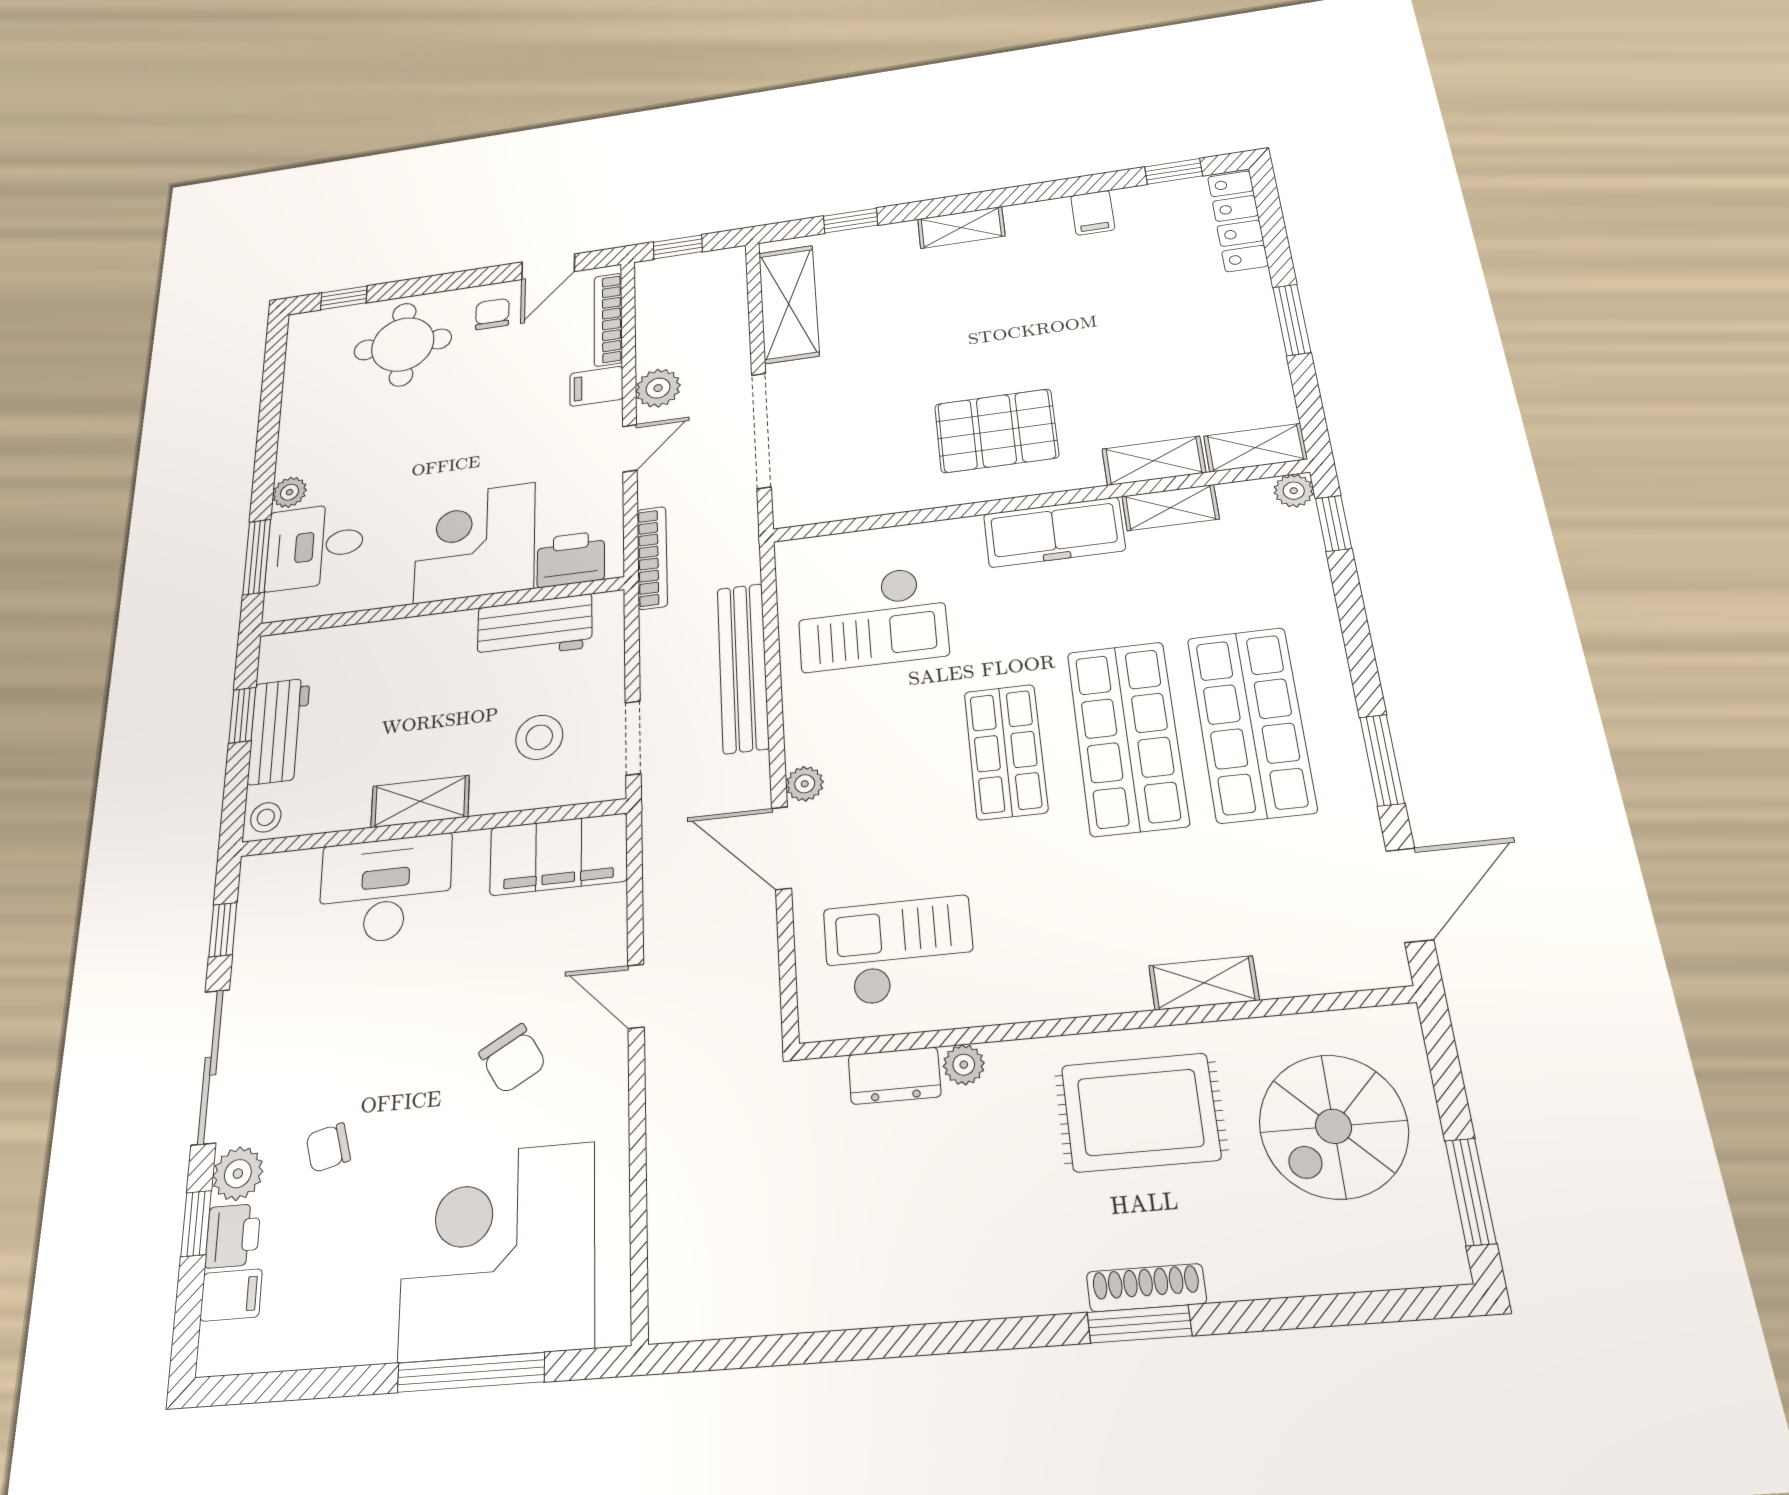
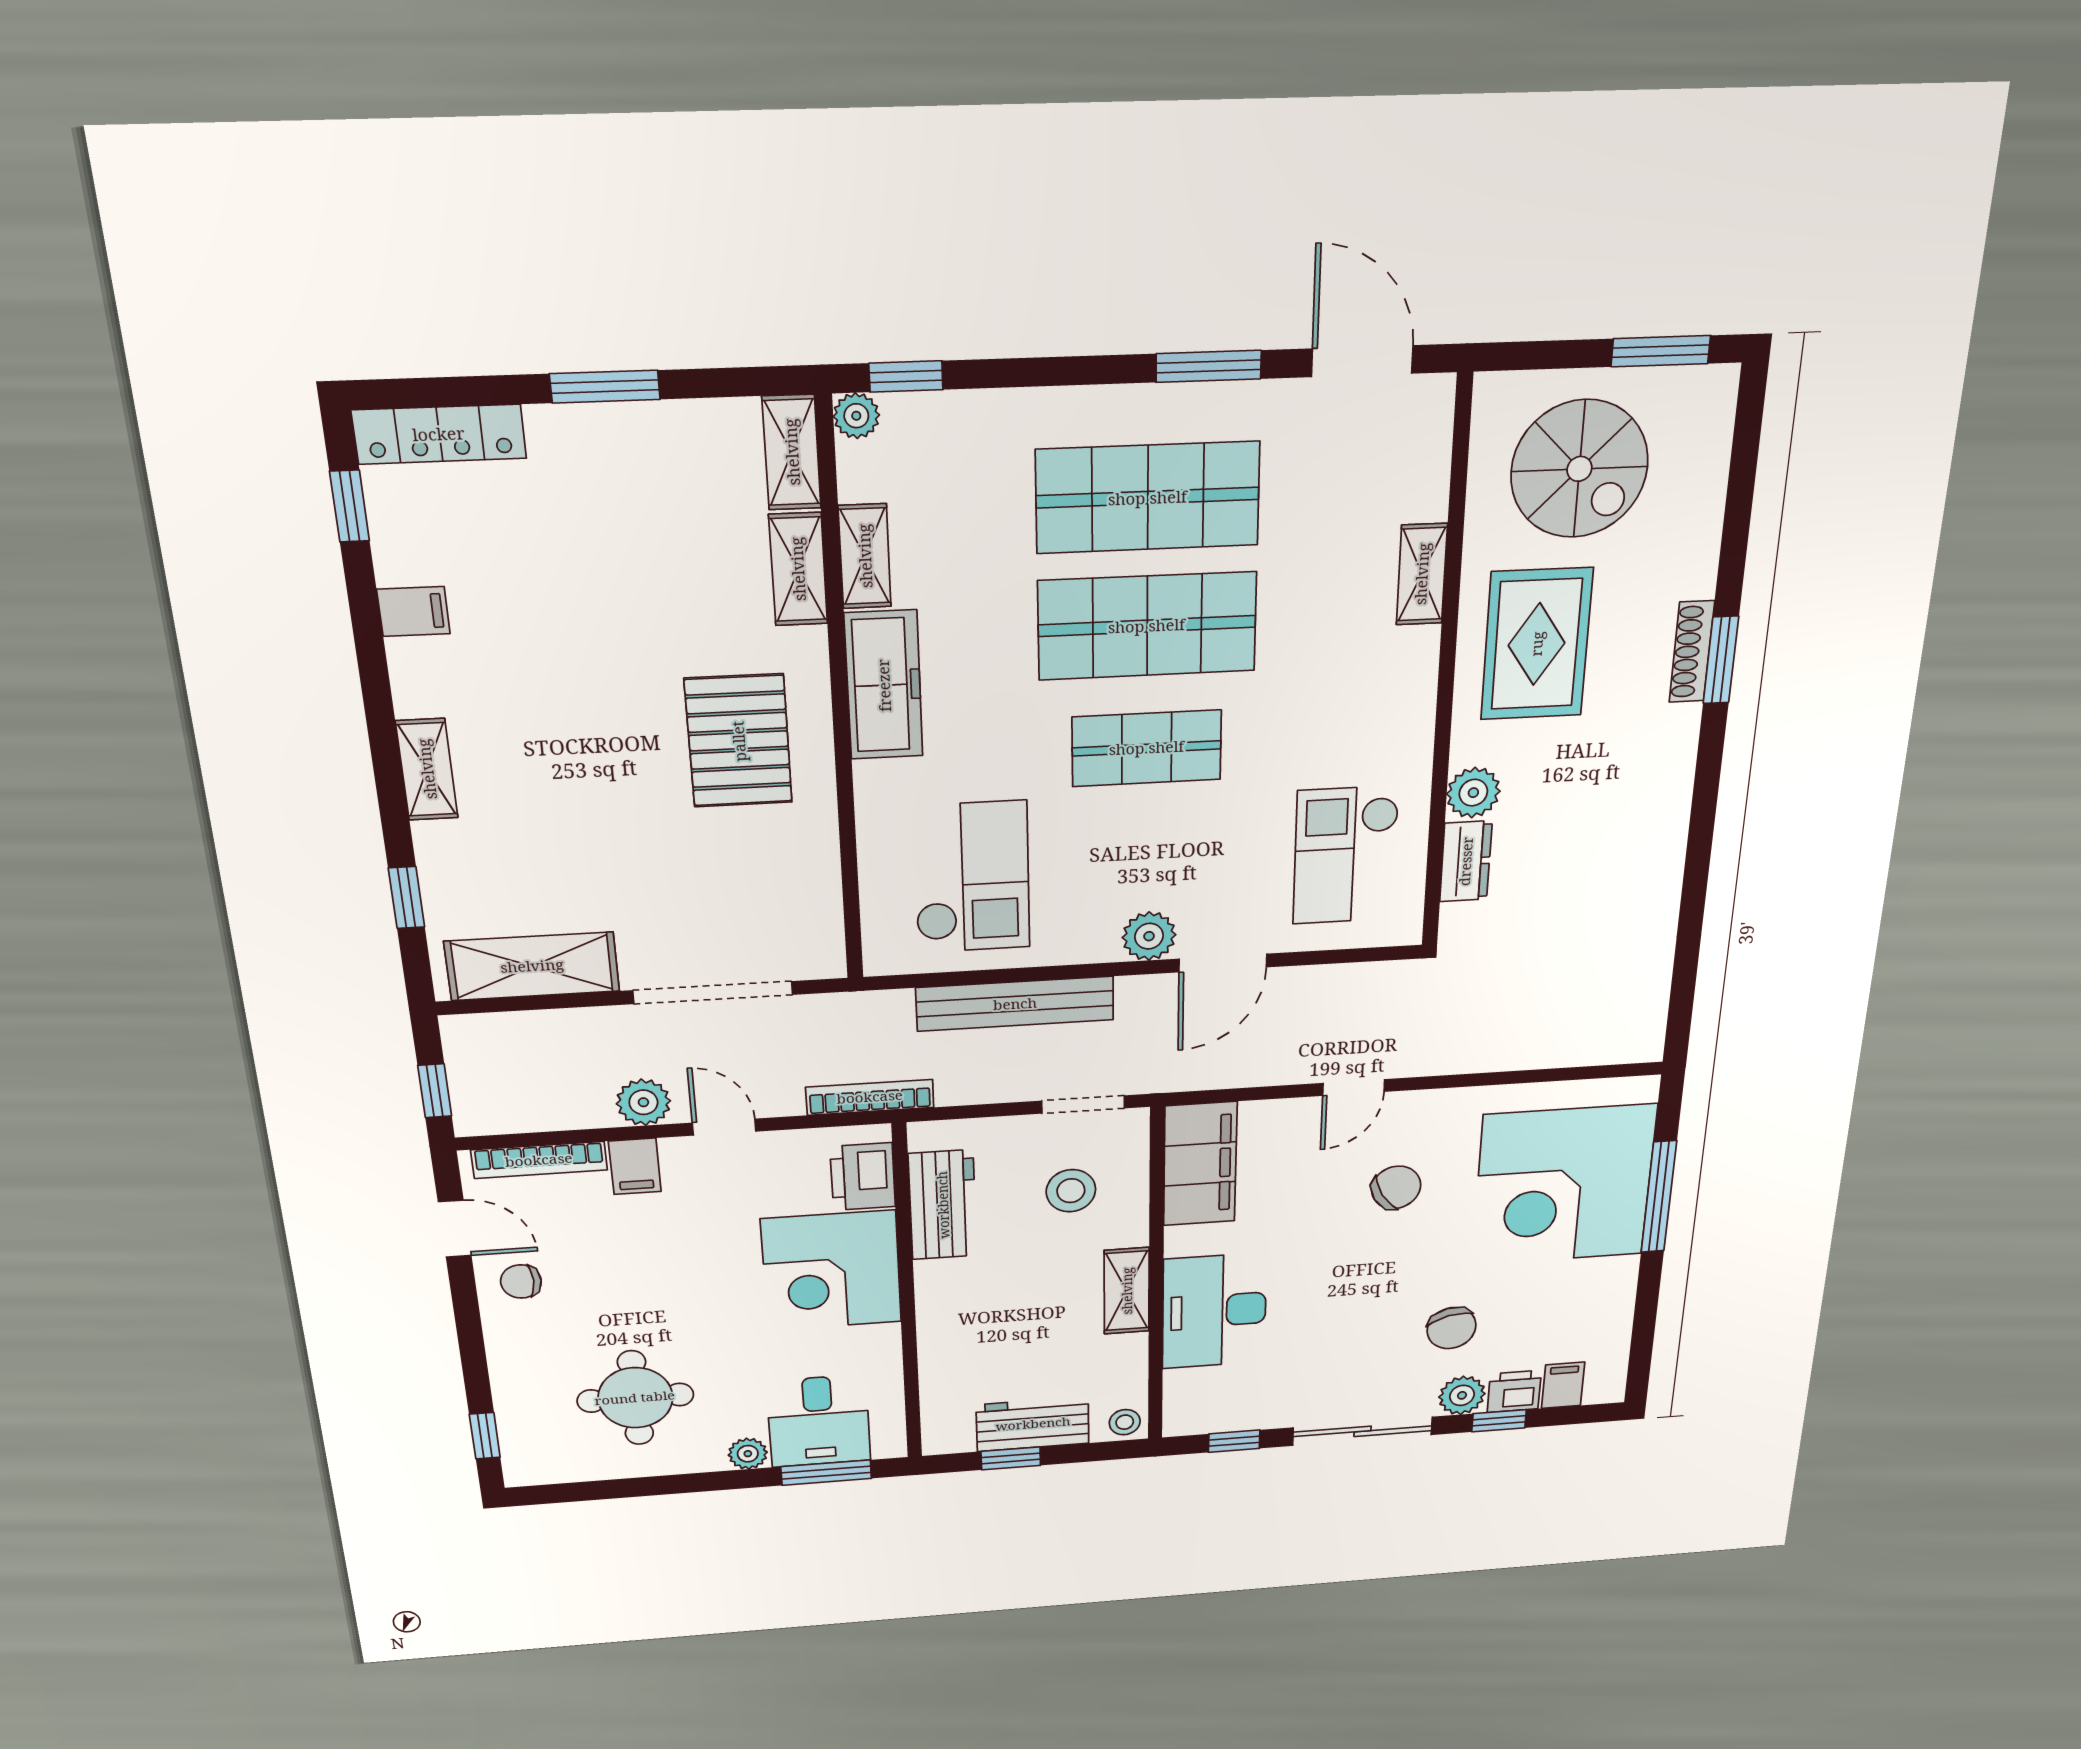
round table: (403, 344) -> (635, 1398), moved
plant: (805, 784) -> (1149, 936), width x1.38, depth x1.38
plant: (964, 1065) -> (1473, 793), width x1.38, depth x1.38
chair: (328, 1148) -> (1452, 1328), width x1.37, depth x1.37

